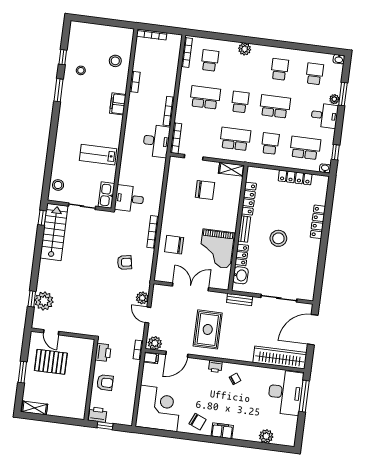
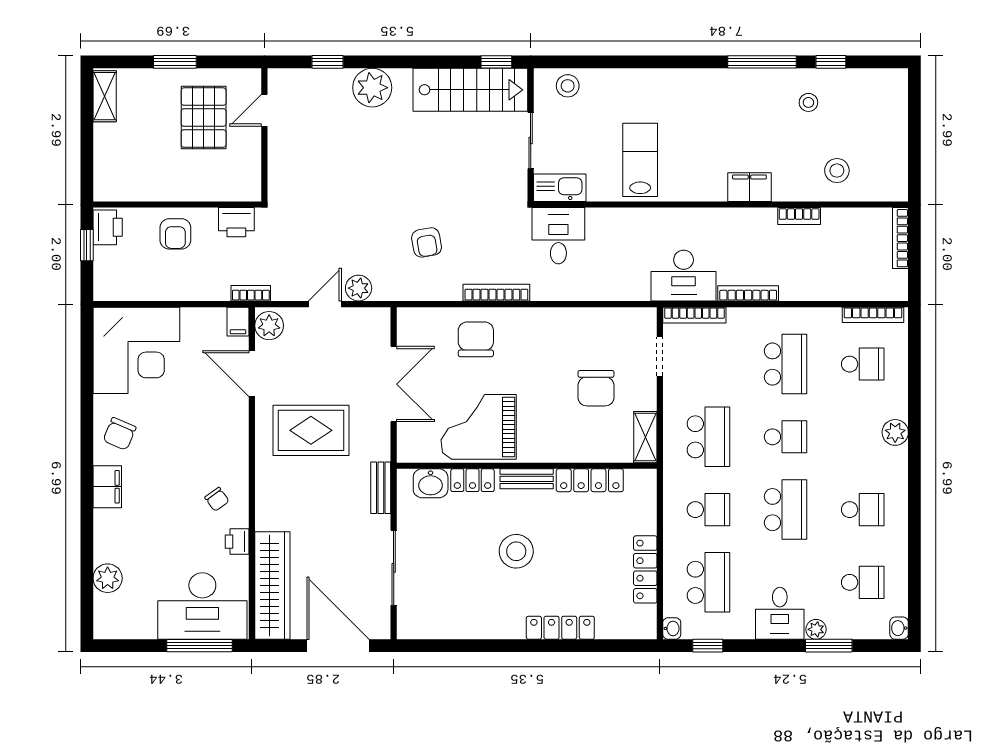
window: (59, 90) -> (762, 62), width x1.44
plant: (44, 301) -> (372, 88), moved
printer: (215, 366) -> (237, 542), moved

